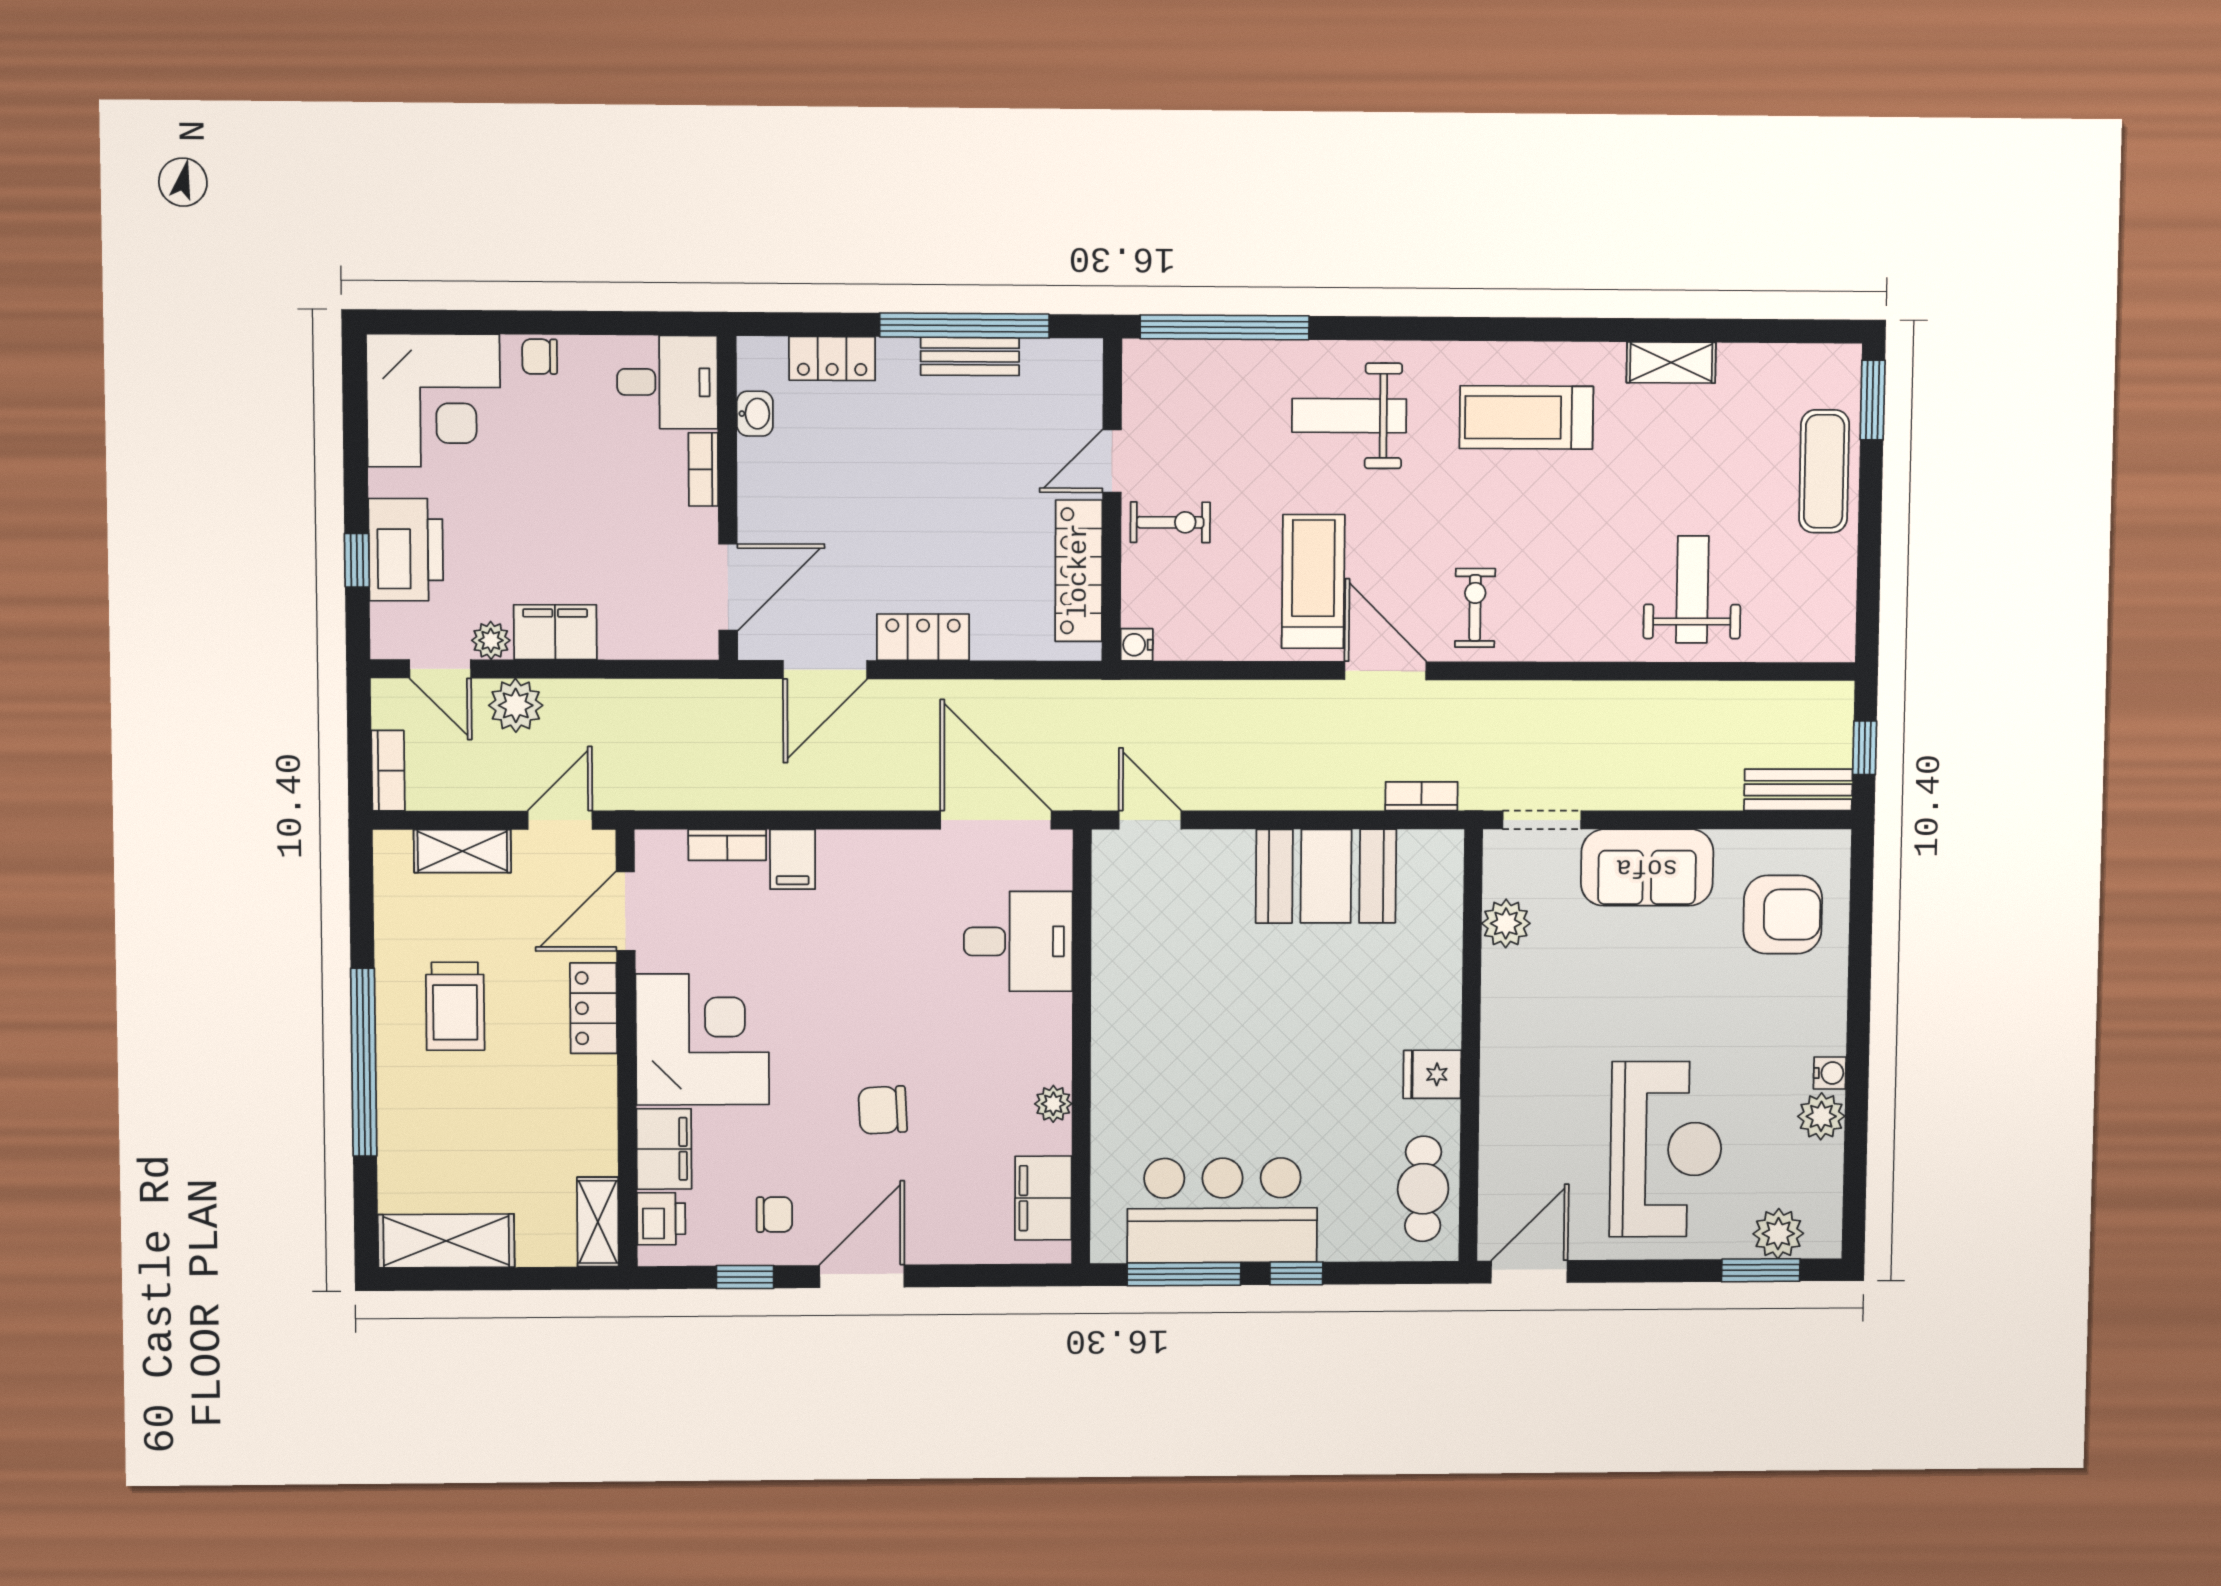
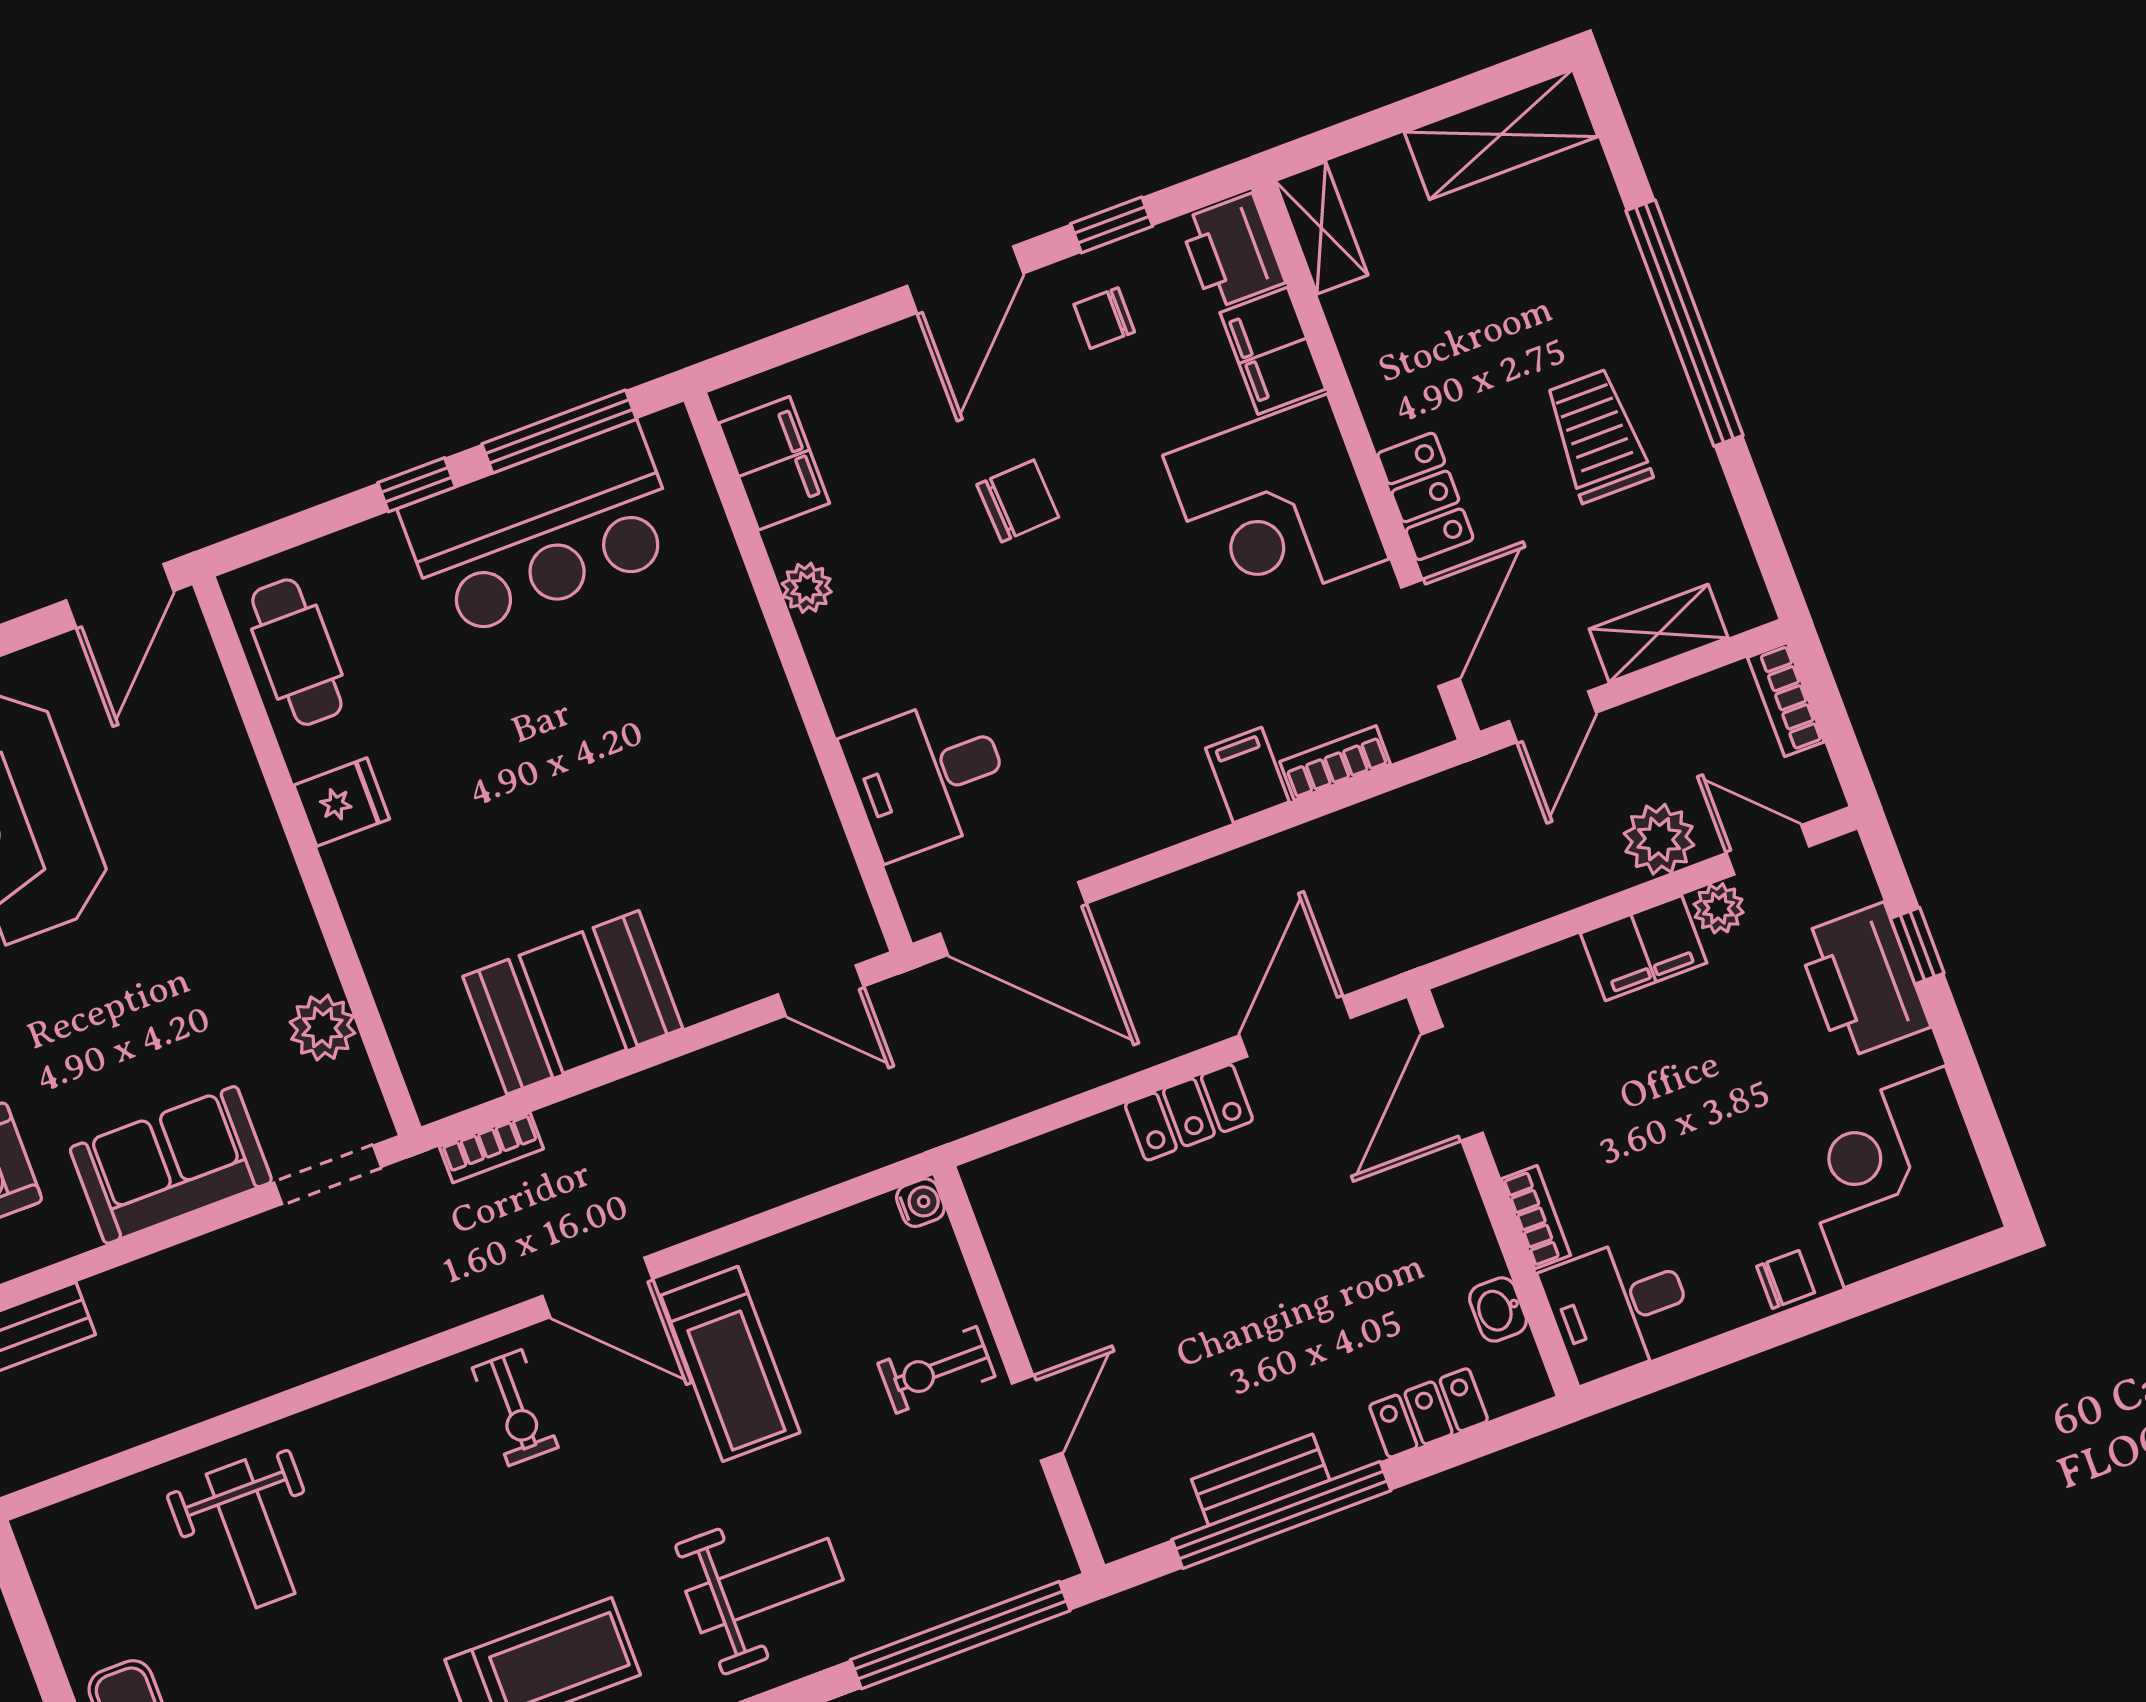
locker: (1079, 571) -> (1027, 1267), removed
printer: (661, 1219) -> (1232, 251), width x1.36, depth x1.24

